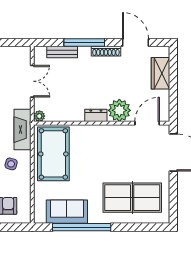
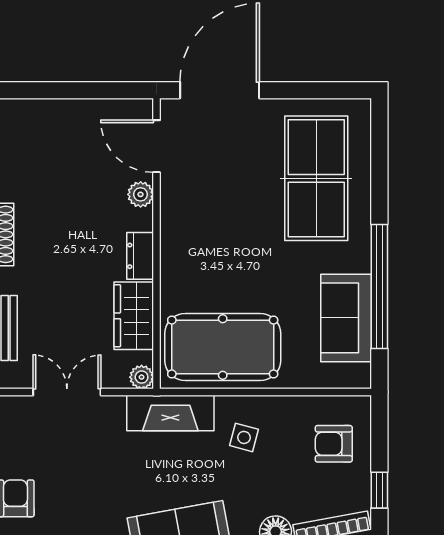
wardrobe: (160, 73) -> (134, 316), moved, turned 90
plant: (119, 110) -> (141, 194), width x0.53, depth x0.53

